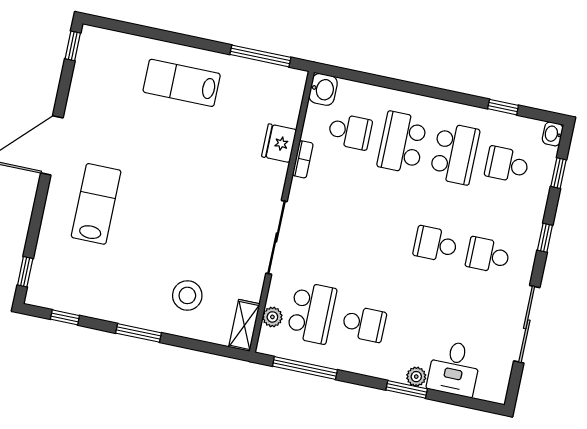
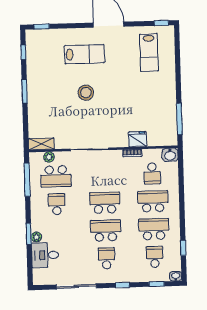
lab bench: (182, 83) -> (149, 53), moved, turned 180
school desk: (455, 154) -> (154, 229), turned 180
school desk: (383, 233) -> (105, 203), added
school desk: (435, 244) -> (106, 231), width x1.85
stool: (187, 295) -> (86, 93), moved
school desk: (364, 324) -> (57, 204), turned 180

